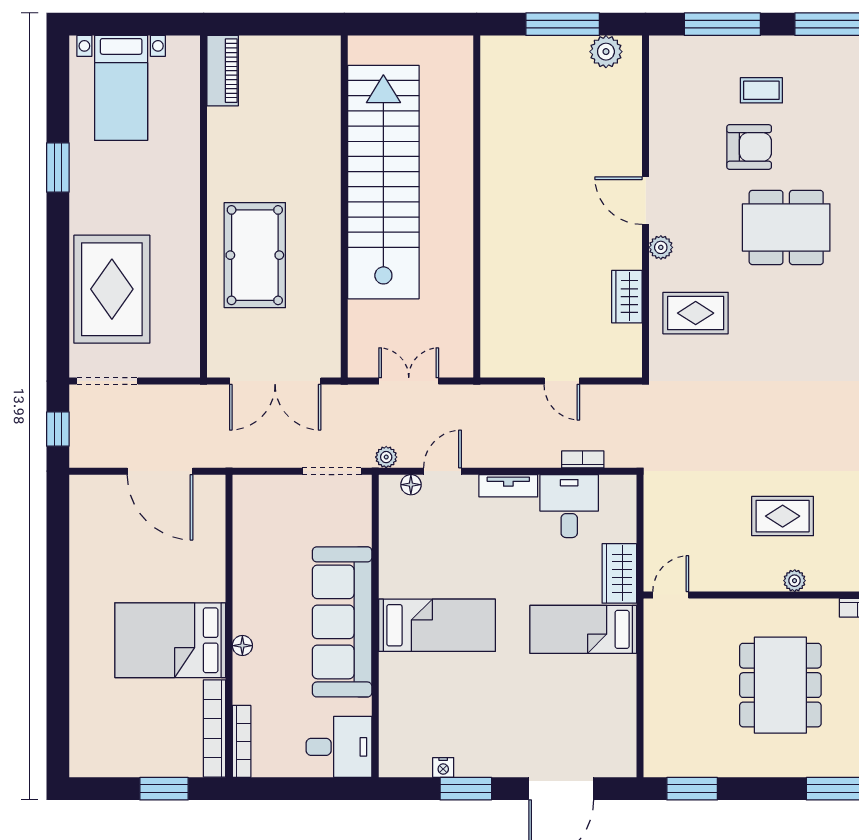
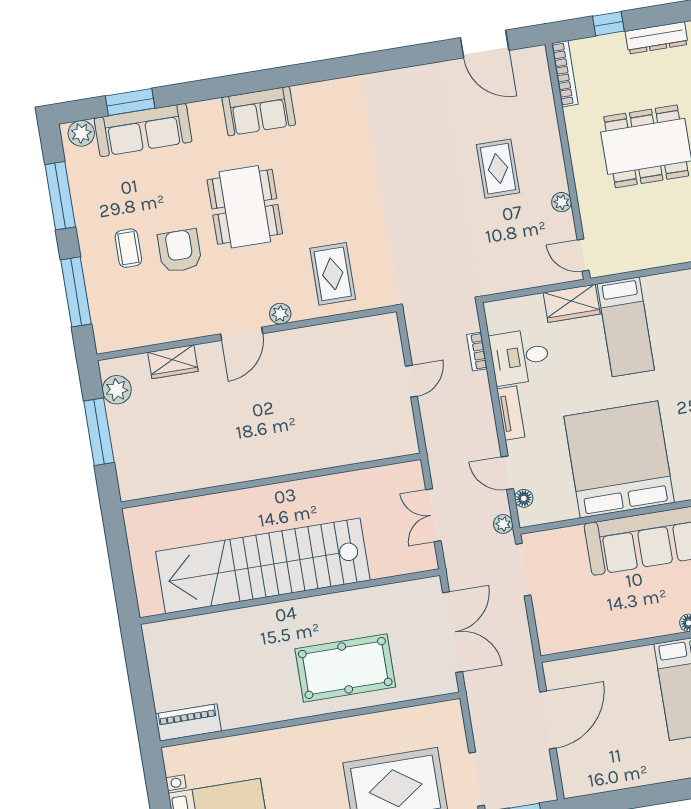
wardrobe: (627, 297) -> (173, 362), moved
plant: (795, 581) -> (561, 202), moved
bed: (437, 625) -> (619, 459), width x2.04

